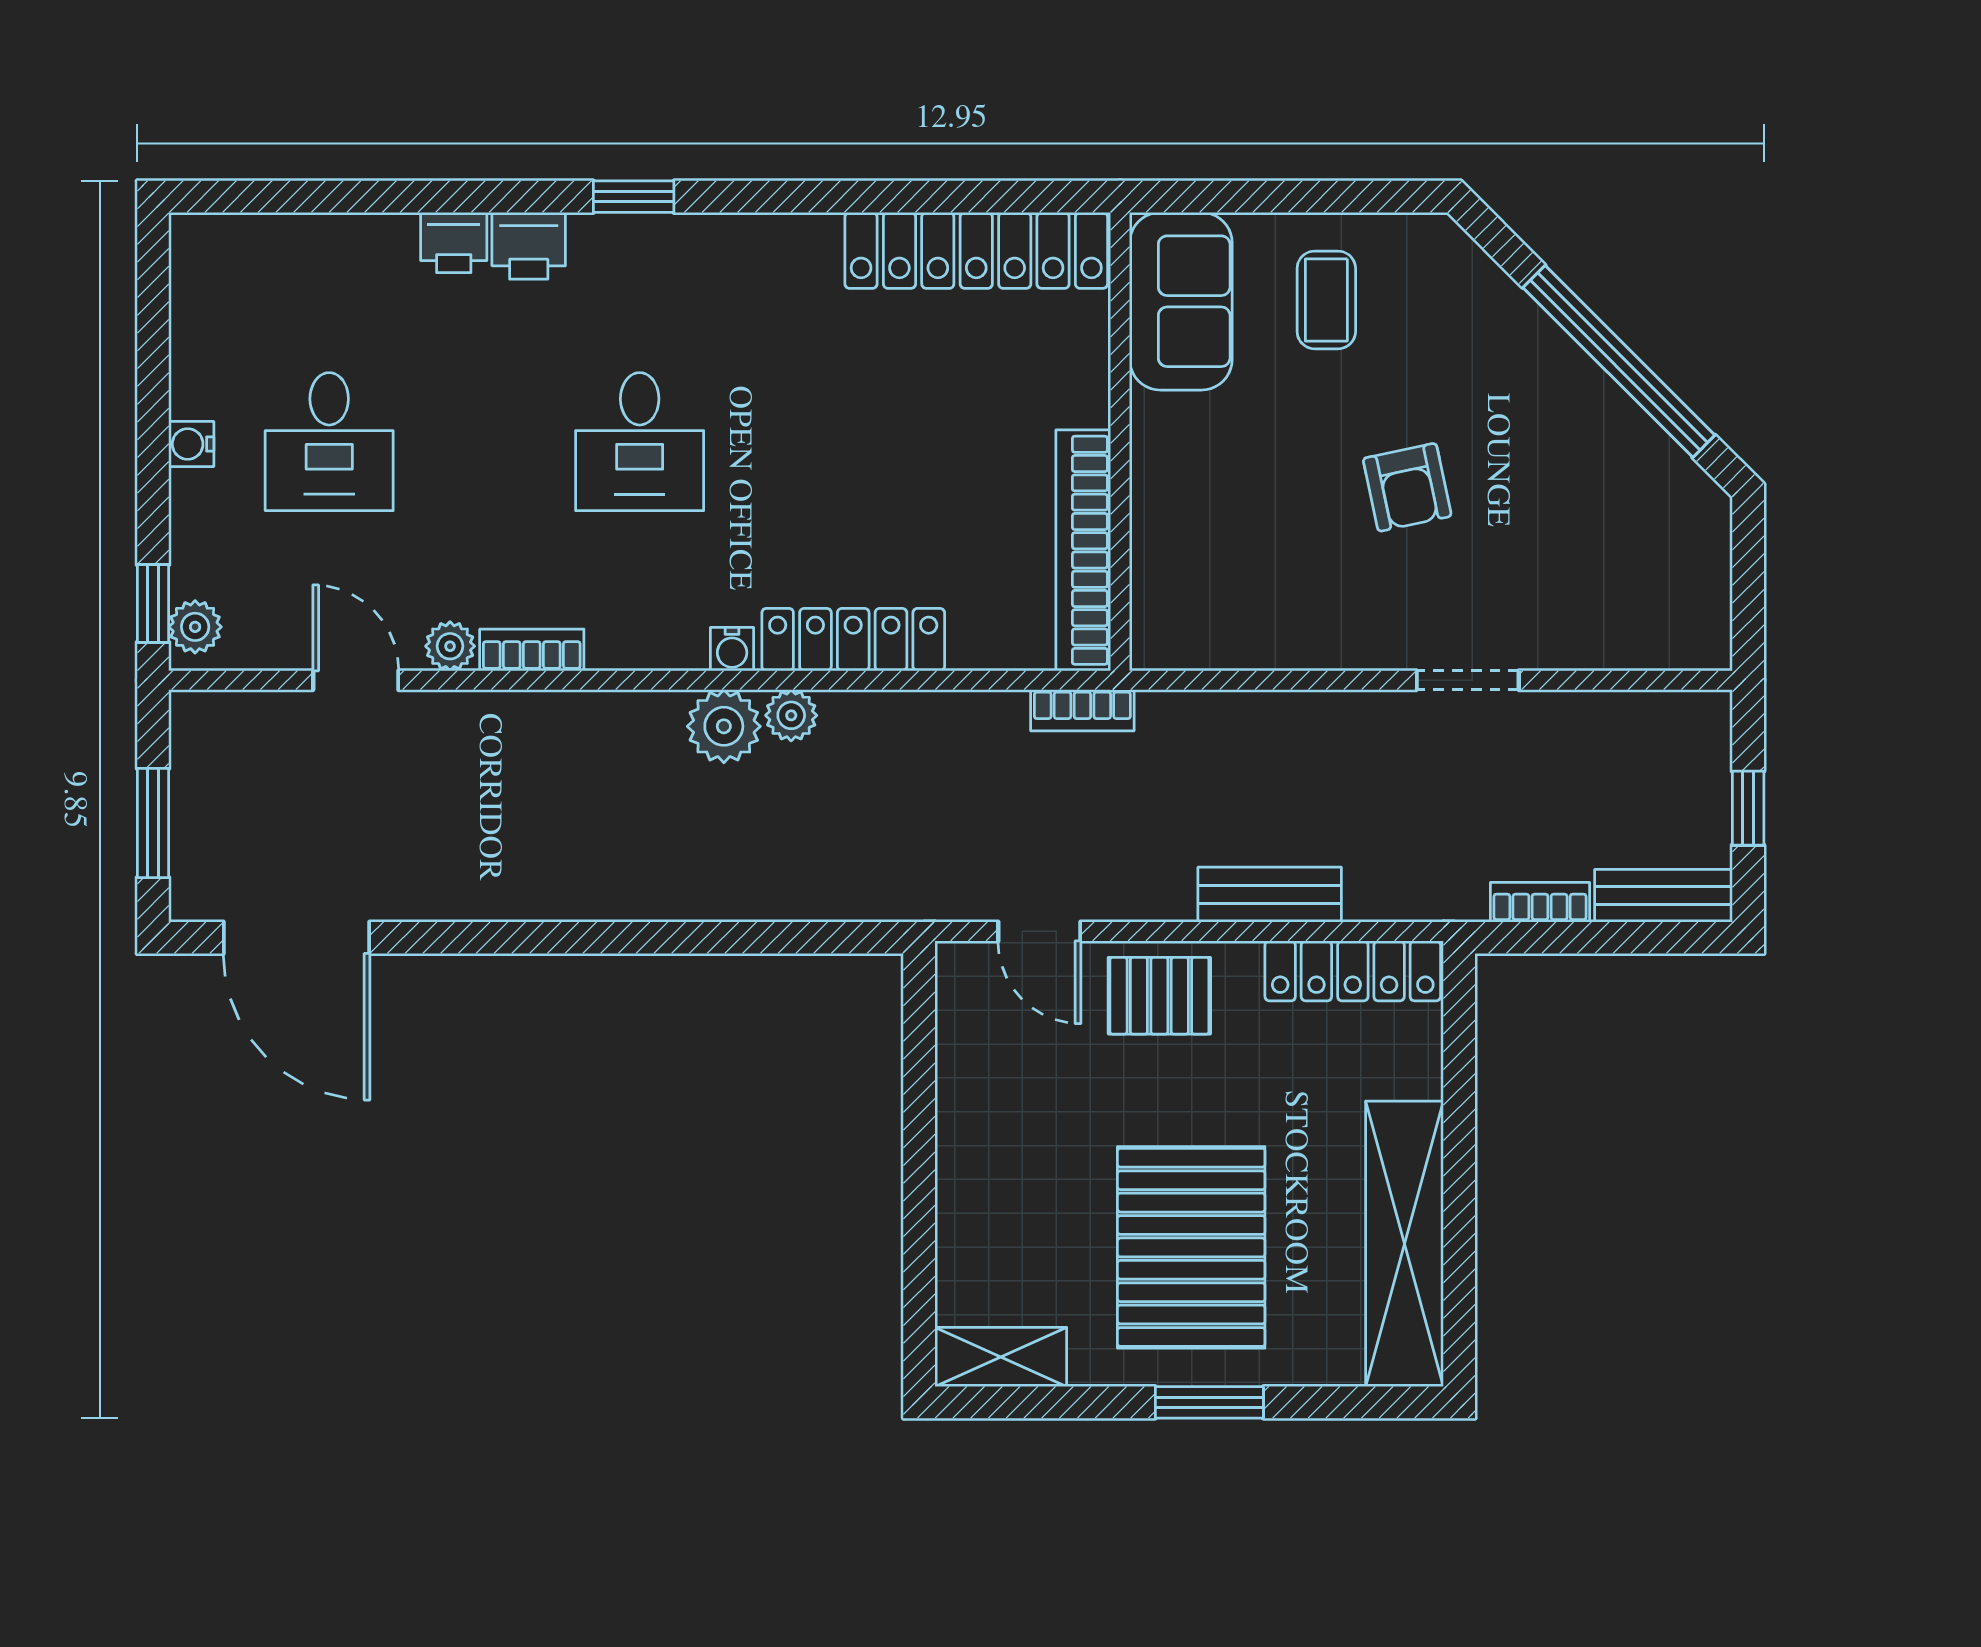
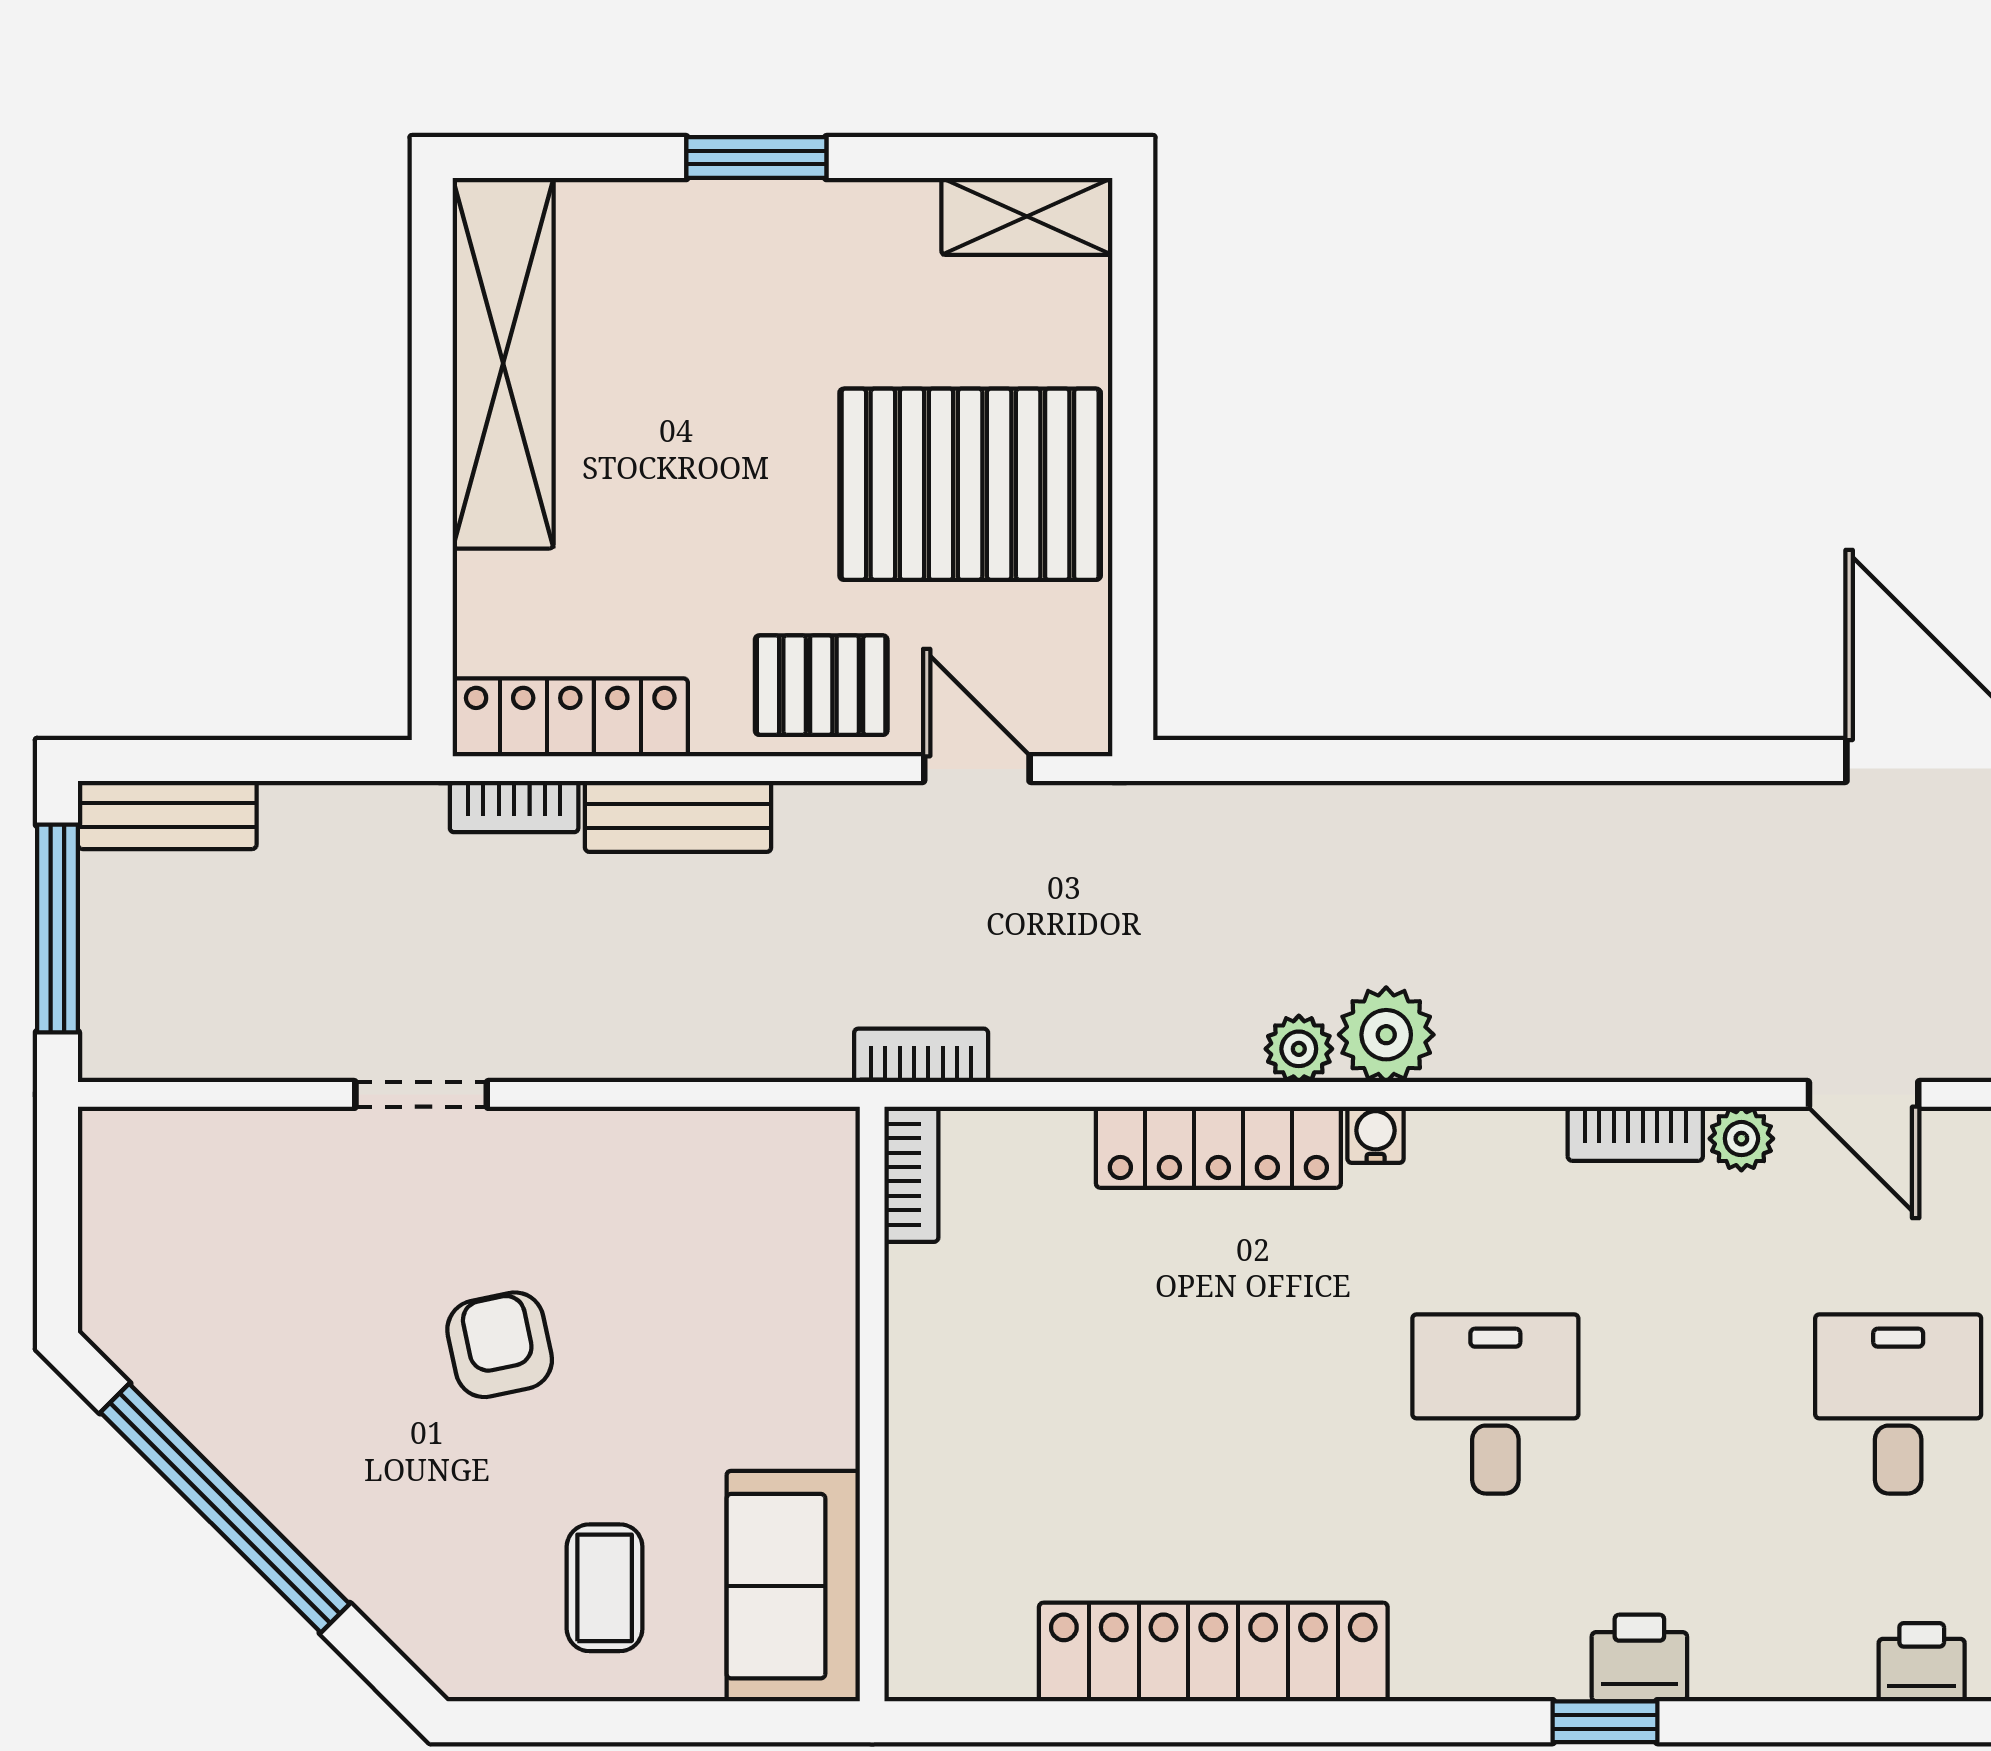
window: (634, 197) -> (1605, 1722), moved
printer: (454, 243) -> (1922, 1662), moved
locker: (976, 250) -> (1213, 1652), moved
bookcase: (1083, 550) -> (911, 1174), width x0.43, depth x0.76
window: (1748, 808) -> (57, 928), width x2.17
bookcase: (1540, 902) -> (514, 807), moved
pallet: (1191, 1247) -> (970, 484), moved, turned 90

